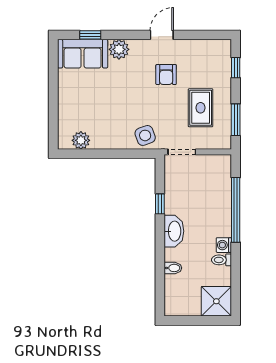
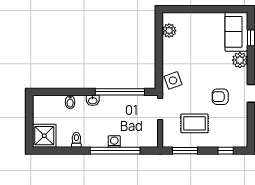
window: (160, 204) -> (120, 92), width x3.17
washbasin: (174, 231) -> (93, 100), width x0.52, depth x0.69
washing machine: (224, 245) -> (114, 142), moved

